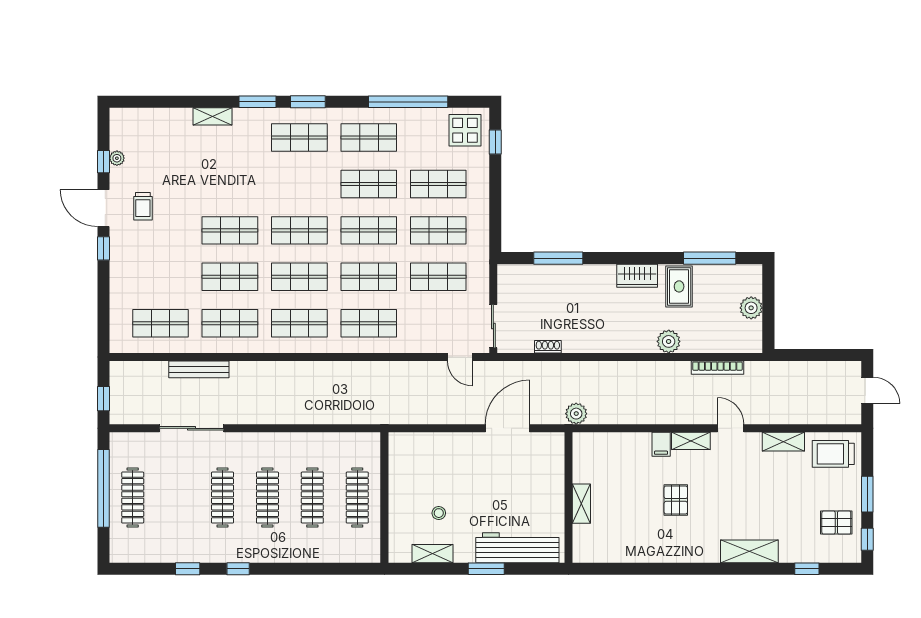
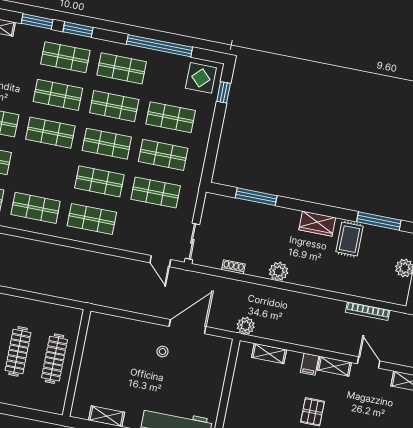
shop shelf: (299, 277) -> (58, 95), moved
plant: (669, 341) -> (278, 271), moved
shelving: (581, 504) -> (269, 354), moved, turned 90
stool: (439, 513) -> (163, 352), moved

